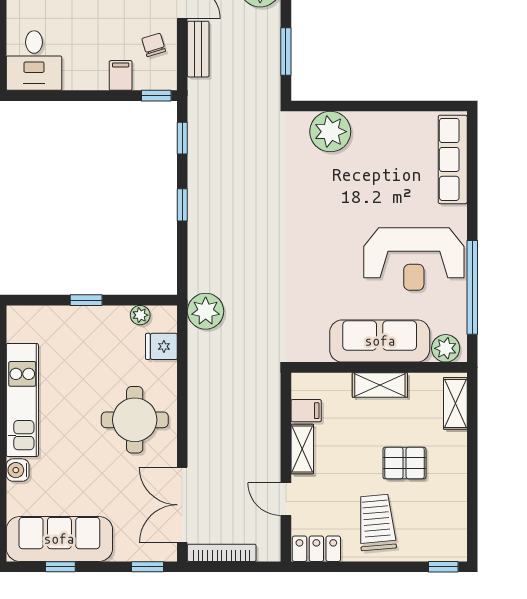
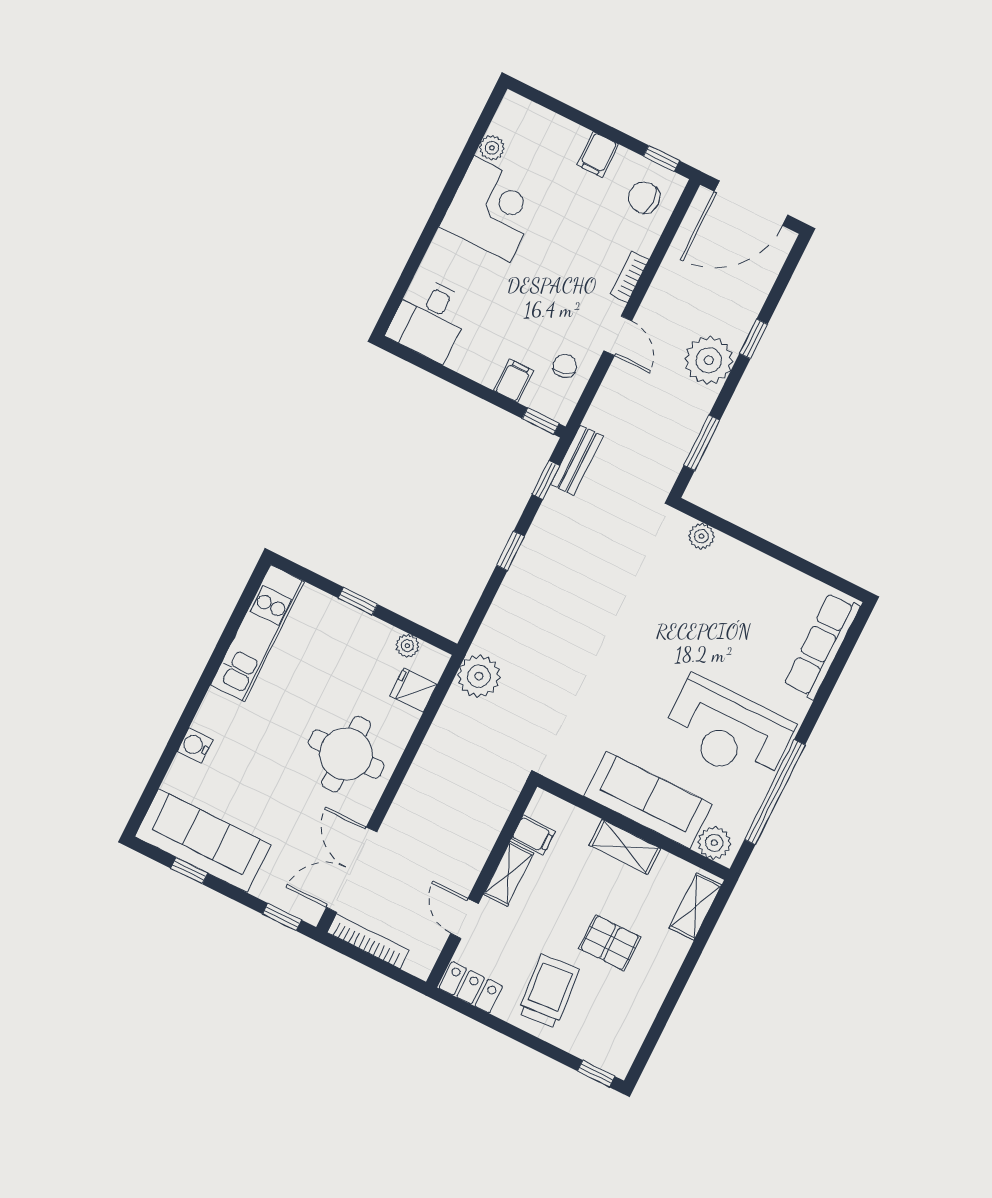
bench: (198, 49) -> (577, 460), moved
plant: (330, 132) -> (701, 536), width x0.53, depth x0.53
kitchen unit: (22, 400) -> (257, 633), moved

